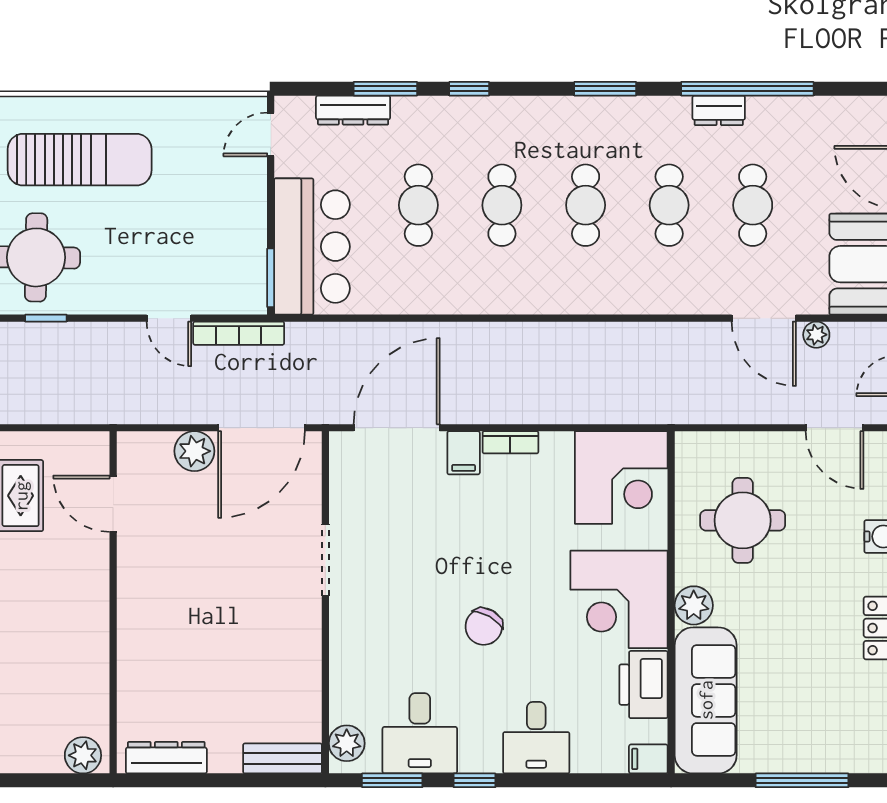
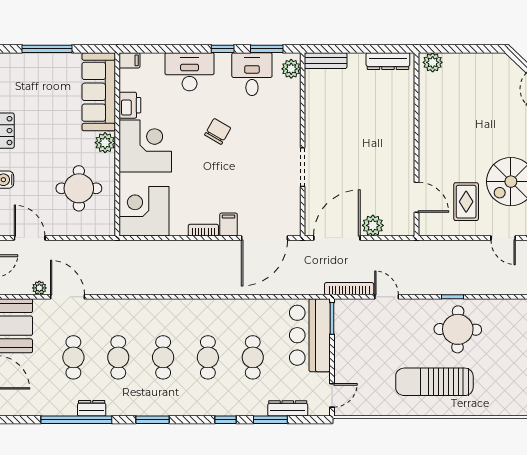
printer: (644, 685) -> (130, 105), width x0.73, depth x0.84
desk: (536, 738) -> (190, 72), width x1.37

